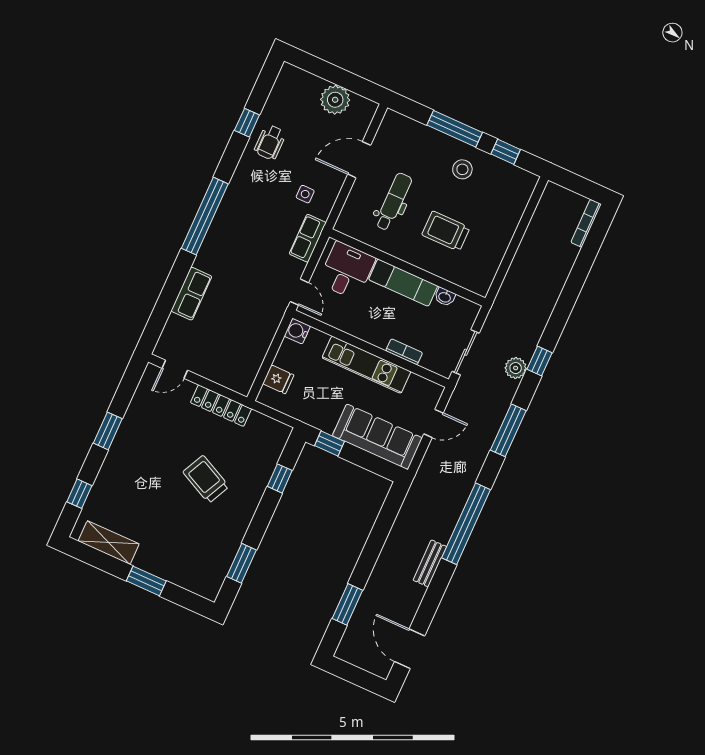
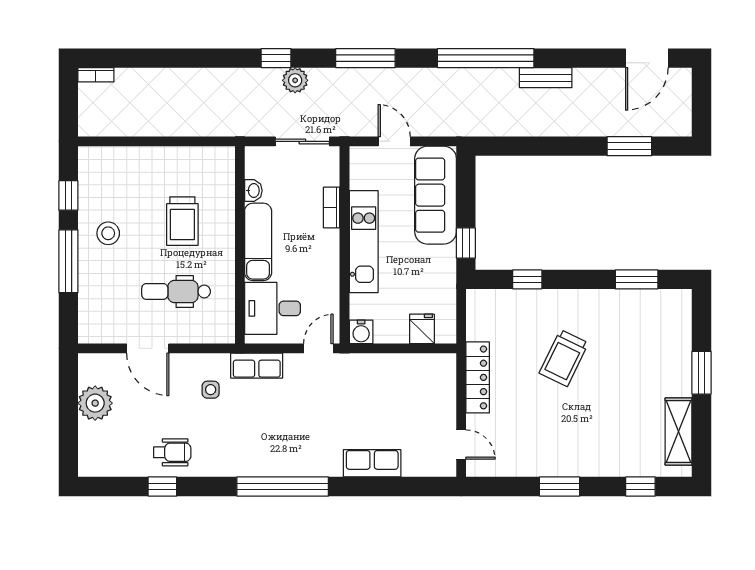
bookcase: (586, 223) -> (96, 75), width x0.64

